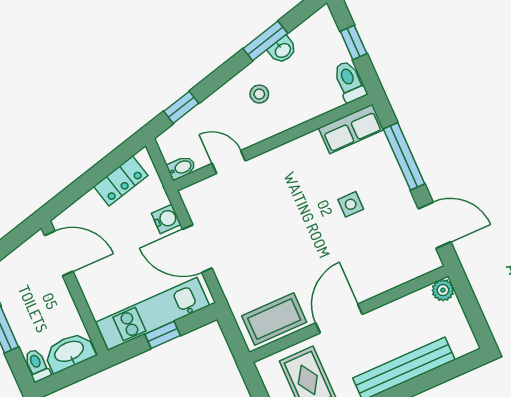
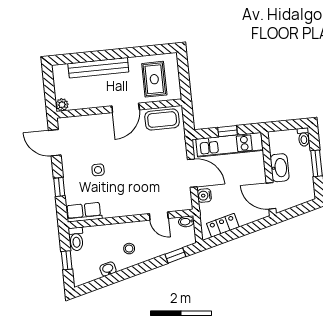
window: (265, 41) -> (116, 277), removed
window: (404, 156) -> (59, 187), width x0.46
washbasin: (69, 352) -> (280, 168), moved, turned -90

